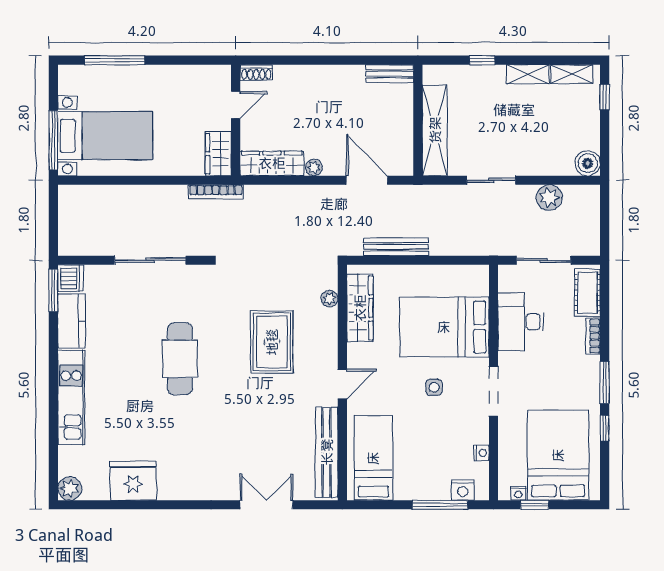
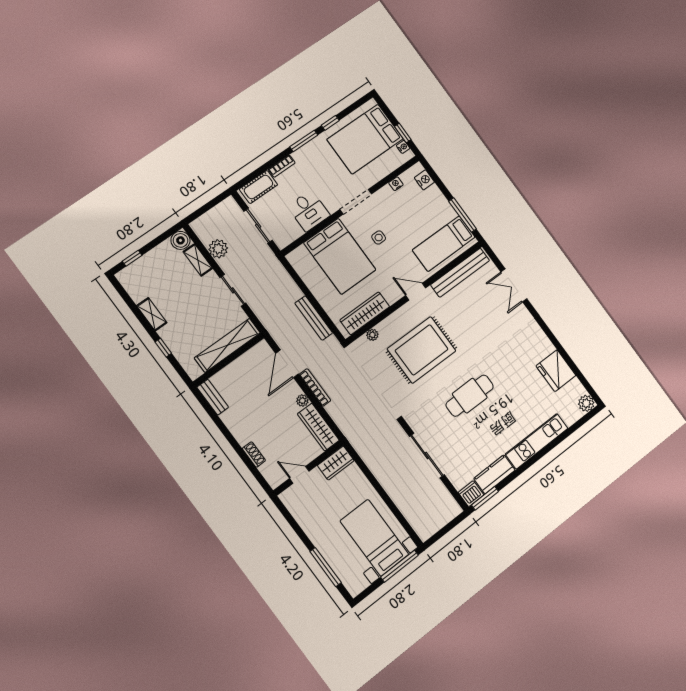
shoe rack: (256, 73) -> (254, 454), moved
shelving: (572, 74) -> (198, 260), moved
bookcase: (216, 192) -> (315, 387), moved
desk: (521, 322) -> (309, 211), width x0.73
rug: (272, 342) -> (422, 350), width x1.37, depth x1.44
window: (440, 505) -> (463, 215), moved

